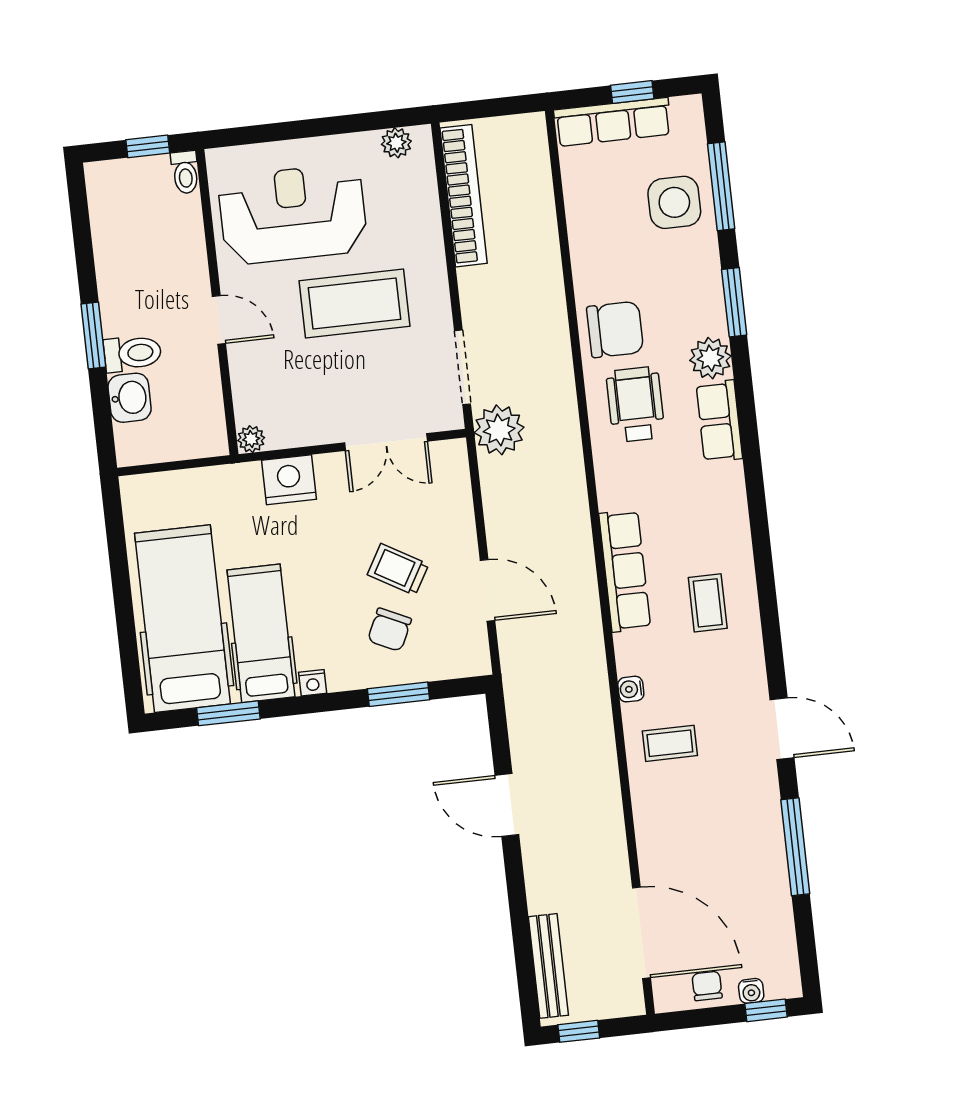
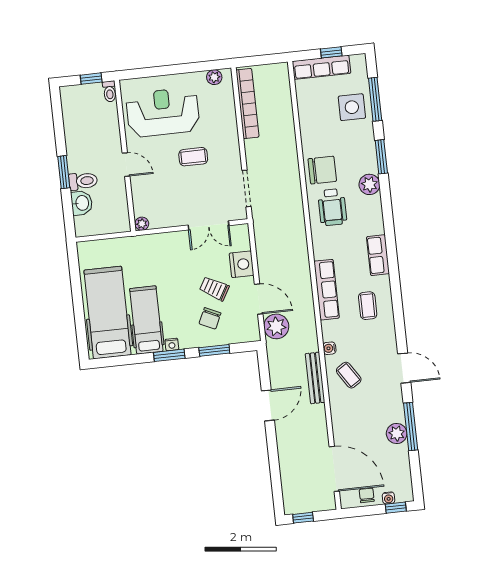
coffee table: (355, 303) -> (193, 157), width x0.54, depth x0.58
wheelchair: (635, 404) -> (332, 207), turned 180
row of seats: (719, 421) -> (378, 255), moved
plant: (499, 430) -> (276, 326), moved
nightstand: (289, 480) -> (241, 264), moved, turned 90
window: (228, 713) -> (169, 355), moved
coffee table: (670, 743) -> (349, 375), turned 57
door: (507, 805) -> (268, 405), swing flipped
plant: (767, 861) -> (397, 433), added
bench: (548, 966) -> (315, 378), moved

